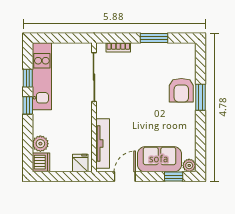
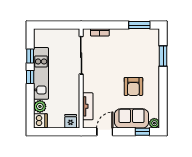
window: (154, 38) -> (139, 25), moved
kitchen unit: (42, 76) -> (41, 73), moved
armchair: (181, 90) -> (133, 86), moved
window: (200, 97) -> (163, 56), moved
tv unit: (103, 143) -> (88, 106), width x0.71

